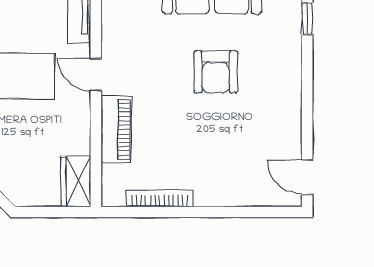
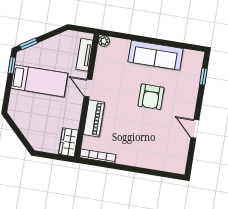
door: (307, 177) -> (195, 129), moved
bookcase: (160, 198) -> (98, 156), moved

